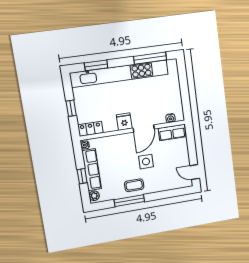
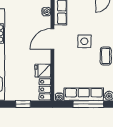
fridge: (124, 122) -> (43, 71), moved
door: (144, 129) -> (52, 39), swing flipped
window: (82, 176) -> (88, 104), width x2.17

